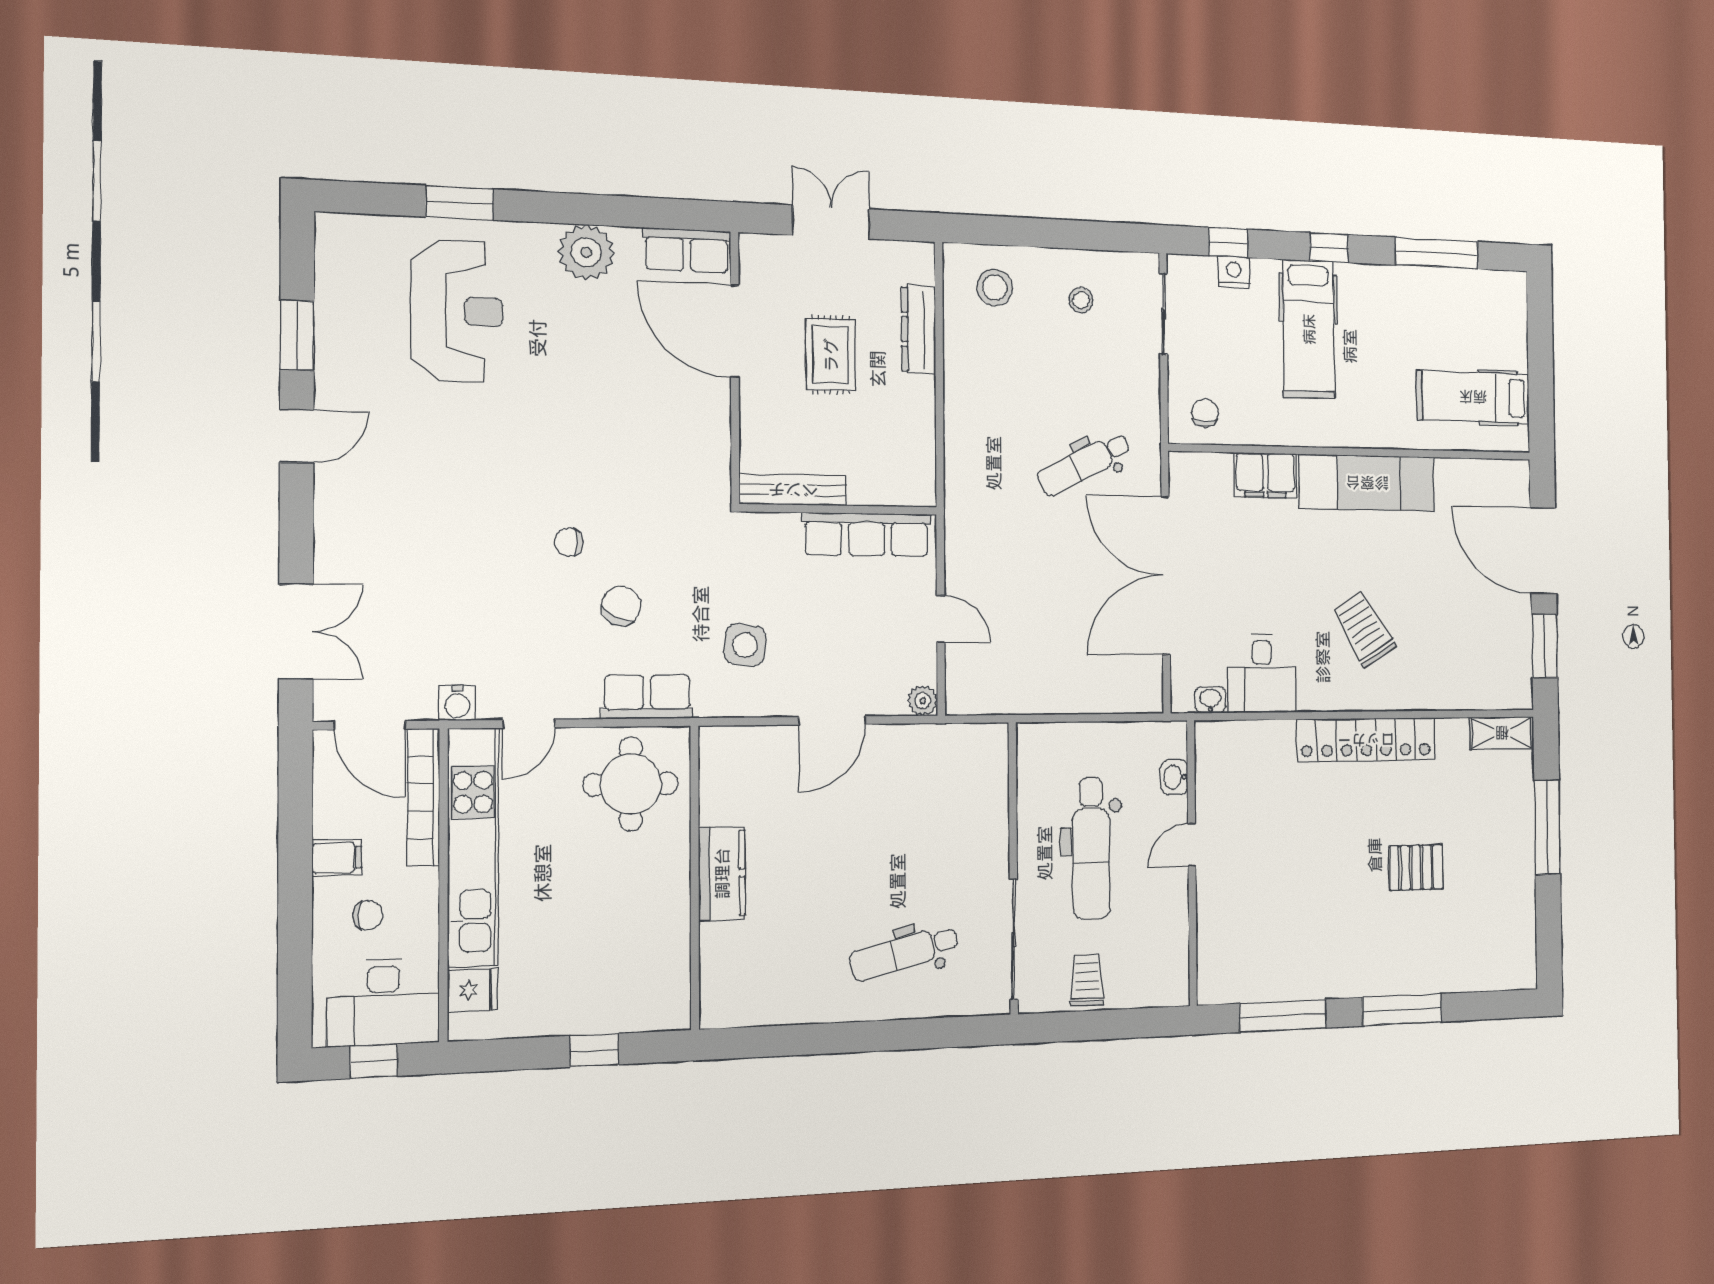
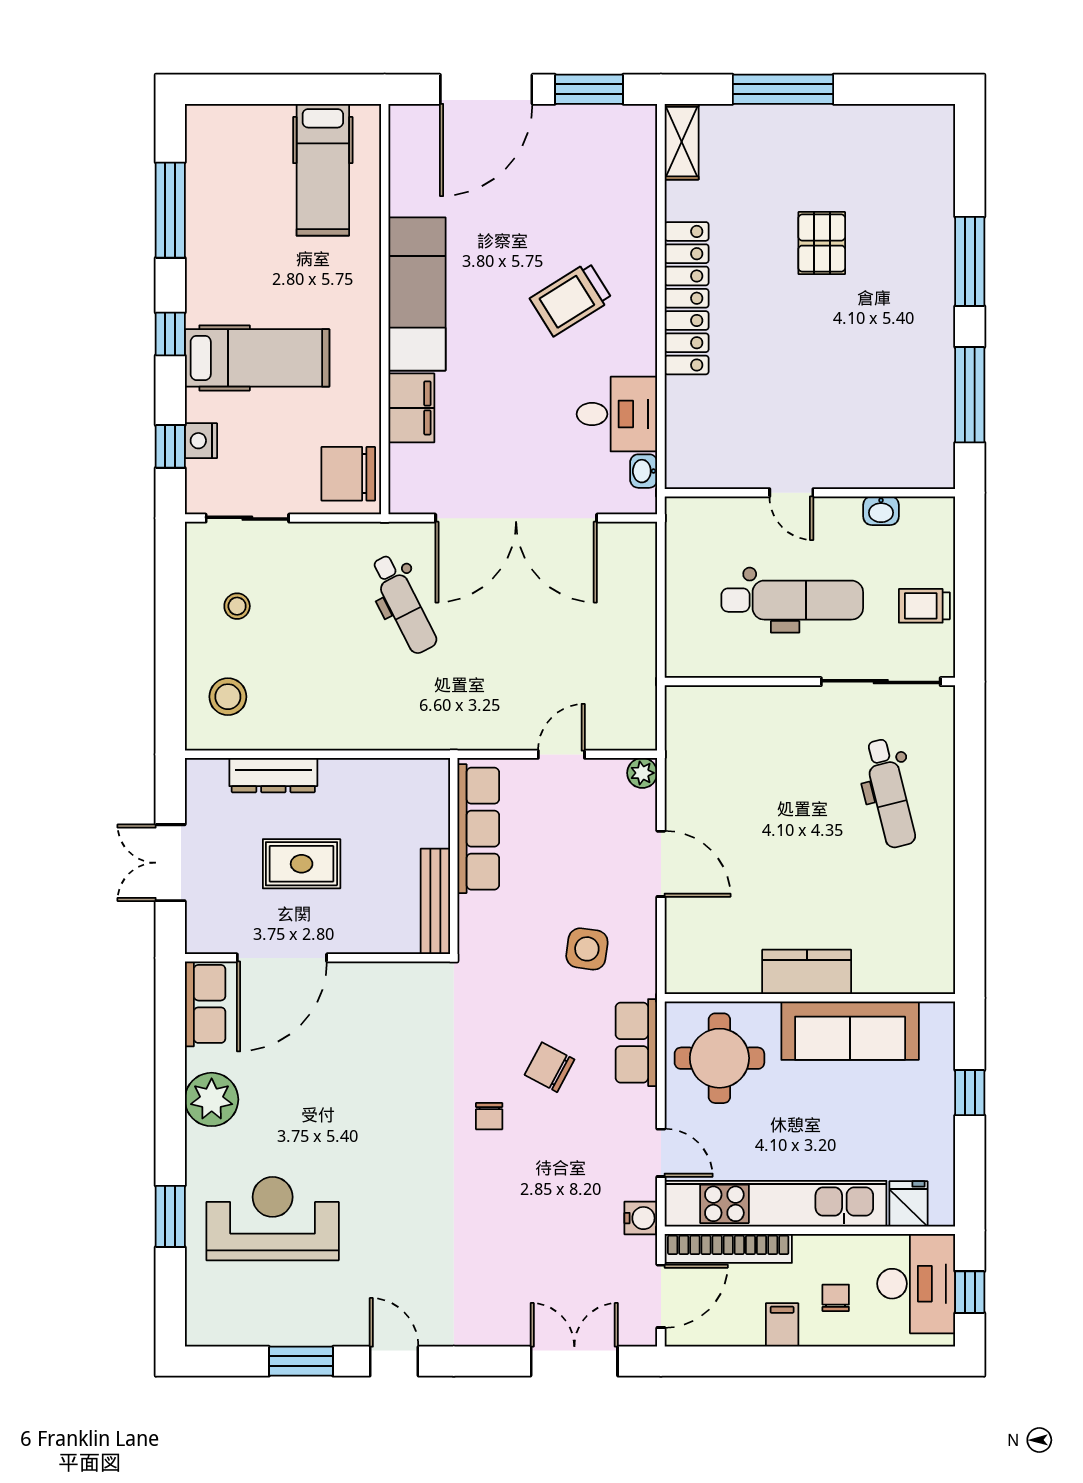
chair: (1205, 413) -> (348, 474), width x1.87, depth x1.87
washbasin: (1174, 777) -> (881, 511), moved
sofa: (660, 921) -> (850, 1031), added

